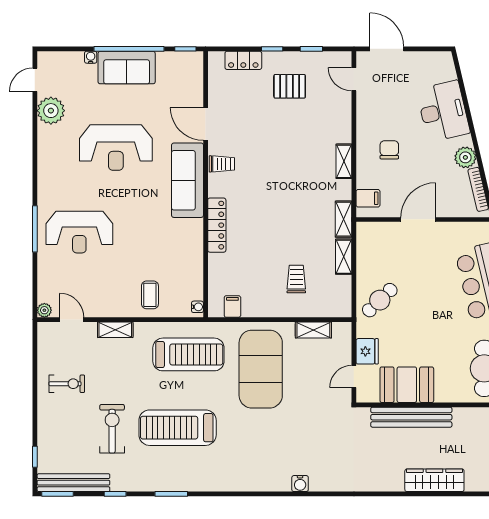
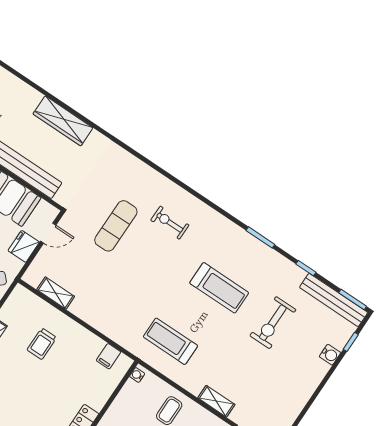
treadmill: (188, 354) -> (170, 341), width x0.73, depth x0.73
exercise mat: (261, 369) -> (116, 226), moved, width x0.50, depth x0.69
exercise bike: (67, 384) -> (170, 223), moved
treadmill: (178, 428) -> (219, 288), width x0.73, depth x0.73
wardrobe: (434, 480) -> (63, 121), moved
water cooler: (300, 484) -> (330, 355), moved, turned 90

